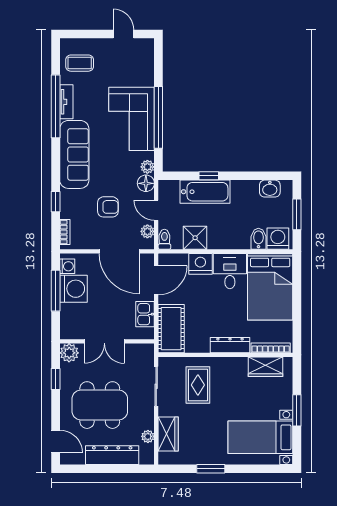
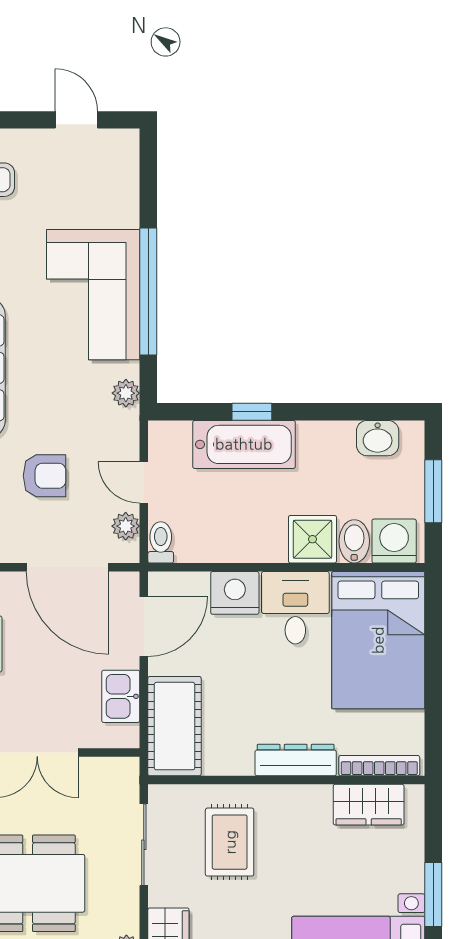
floor lamp: (146, 183) -> (123, 427), removed
shower: (195, 238) -> (312, 539), moved

